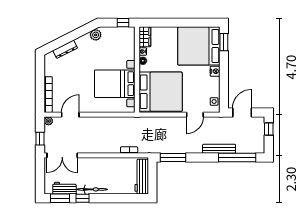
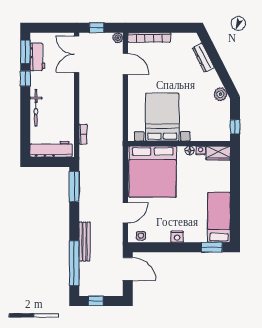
bed: (199, 46) -> (219, 217), width x0.49
door: (195, 115) -> (125, 213), swing flipped
window: (269, 129) -> (96, 301), moved
bicycle: (92, 189) -> (36, 108), moved

